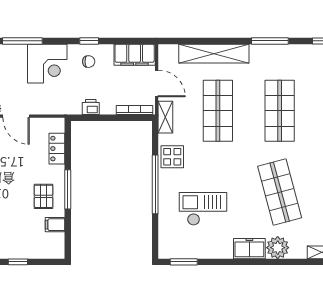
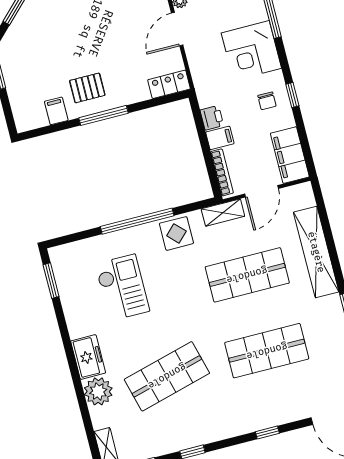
filing cabinet: (108, 105) -> (220, 138), added
locker: (57, 149) -> (169, 84), moved

